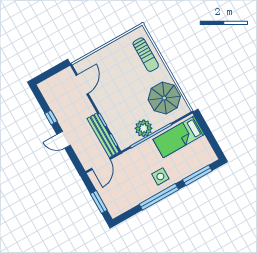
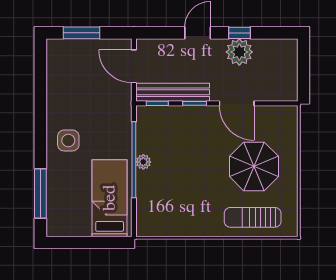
door: (82, 84) -> (237, 103), moved
parasol: (164, 98) -> (254, 166), moved
plant: (61, 112) -> (239, 52), added
plant: (144, 128) -> (143, 162), width x0.53, depth x0.53
window: (159, 197) -> (40, 122), removed

